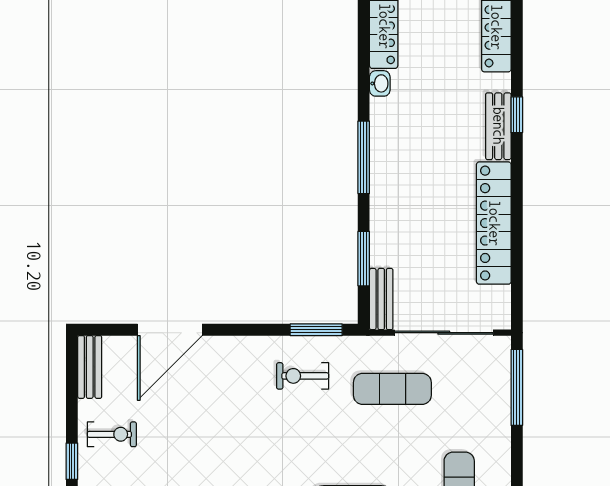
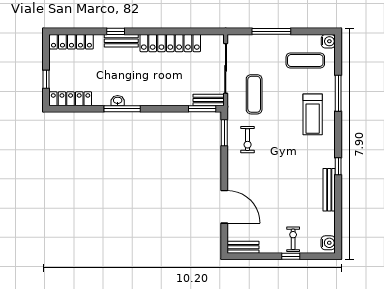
washbasin: (380, 83) -> (118, 101), moved
window: (364, 157) -> (122, 109), moved
window: (364, 259) -> (202, 109), moved
window: (517, 387) -> (271, 31), moved
exercise bike: (112, 434) -> (293, 239), moved

